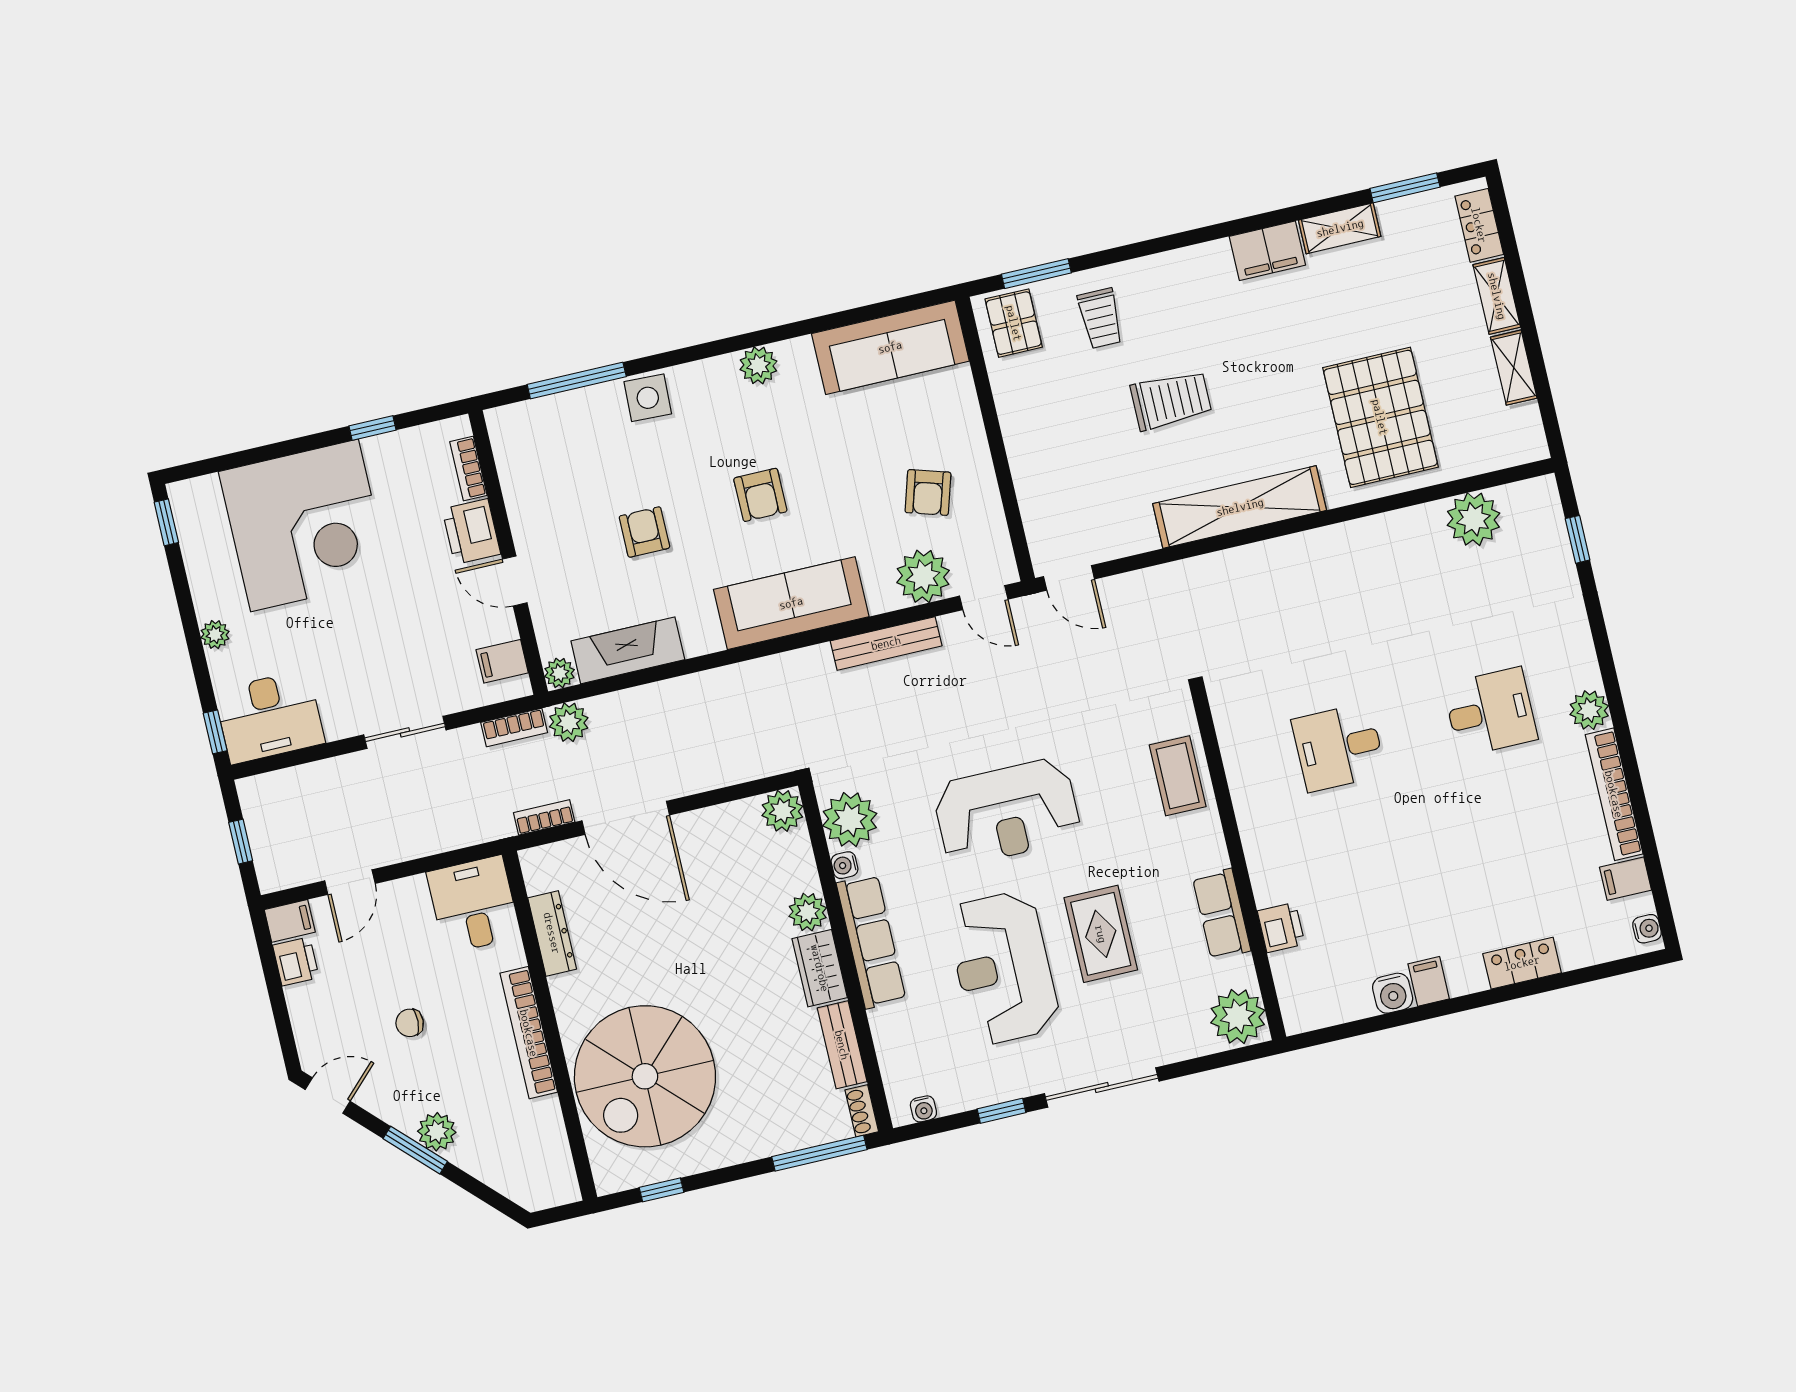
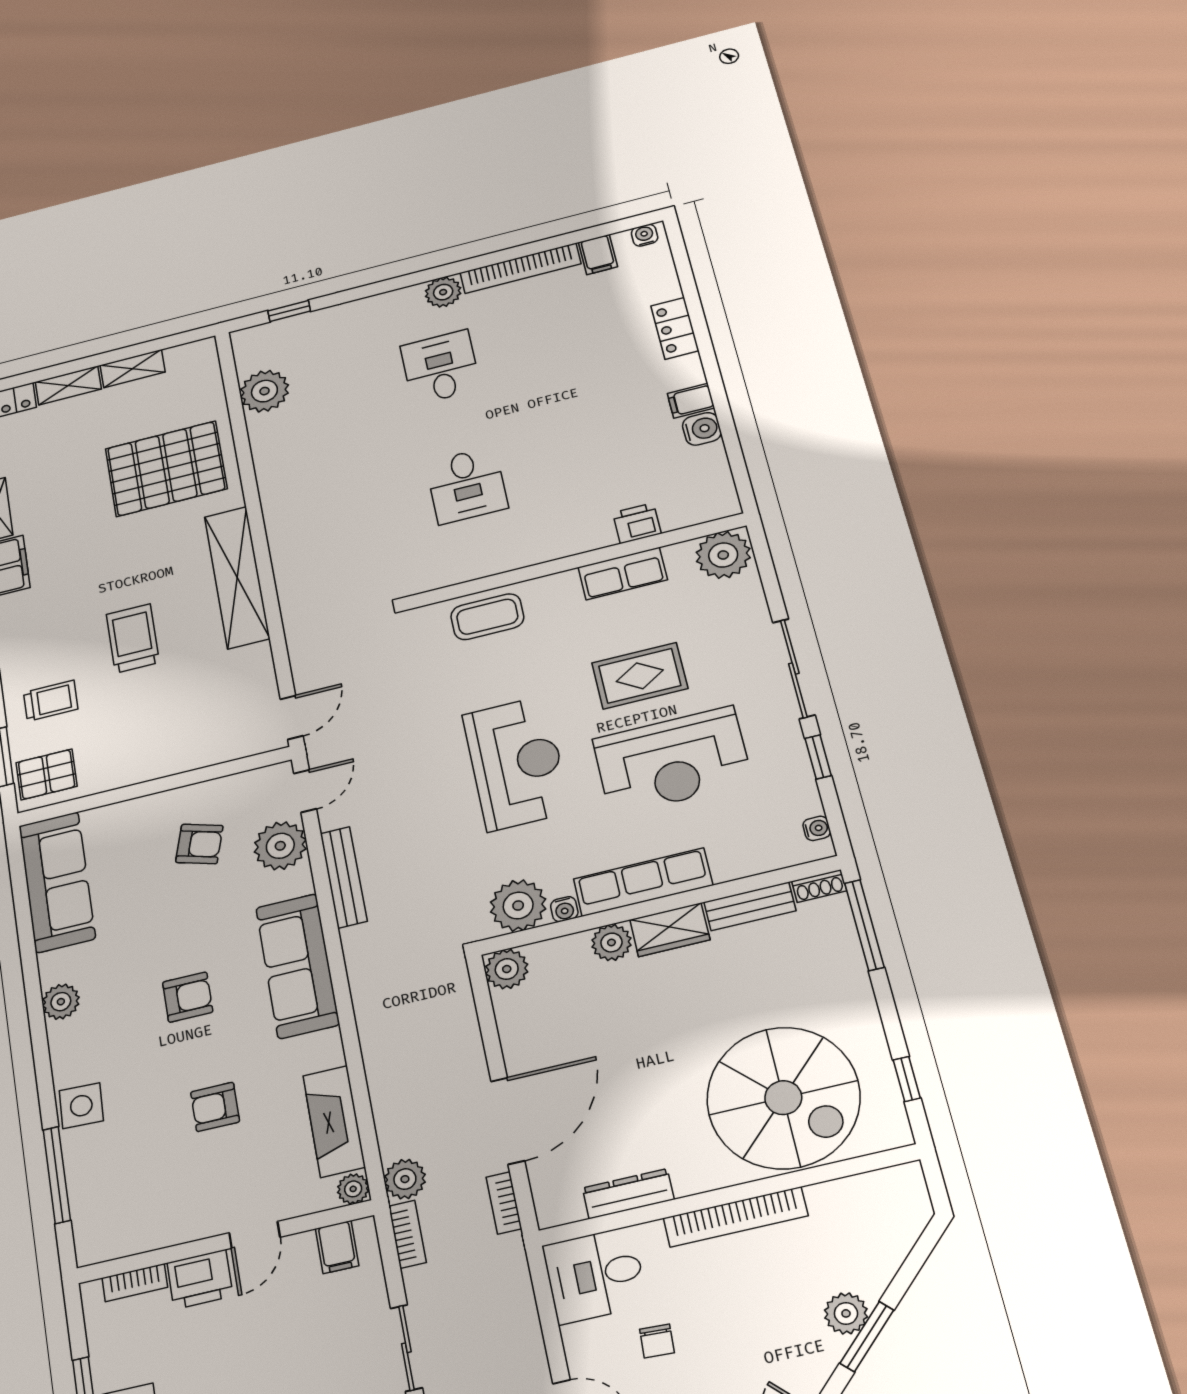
chair: (410, 1023) -> (657, 1341), moved

